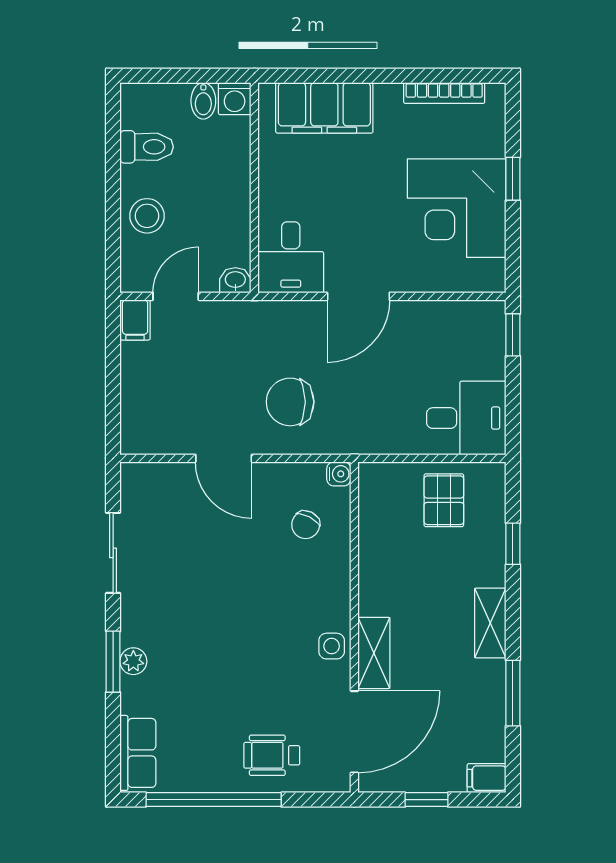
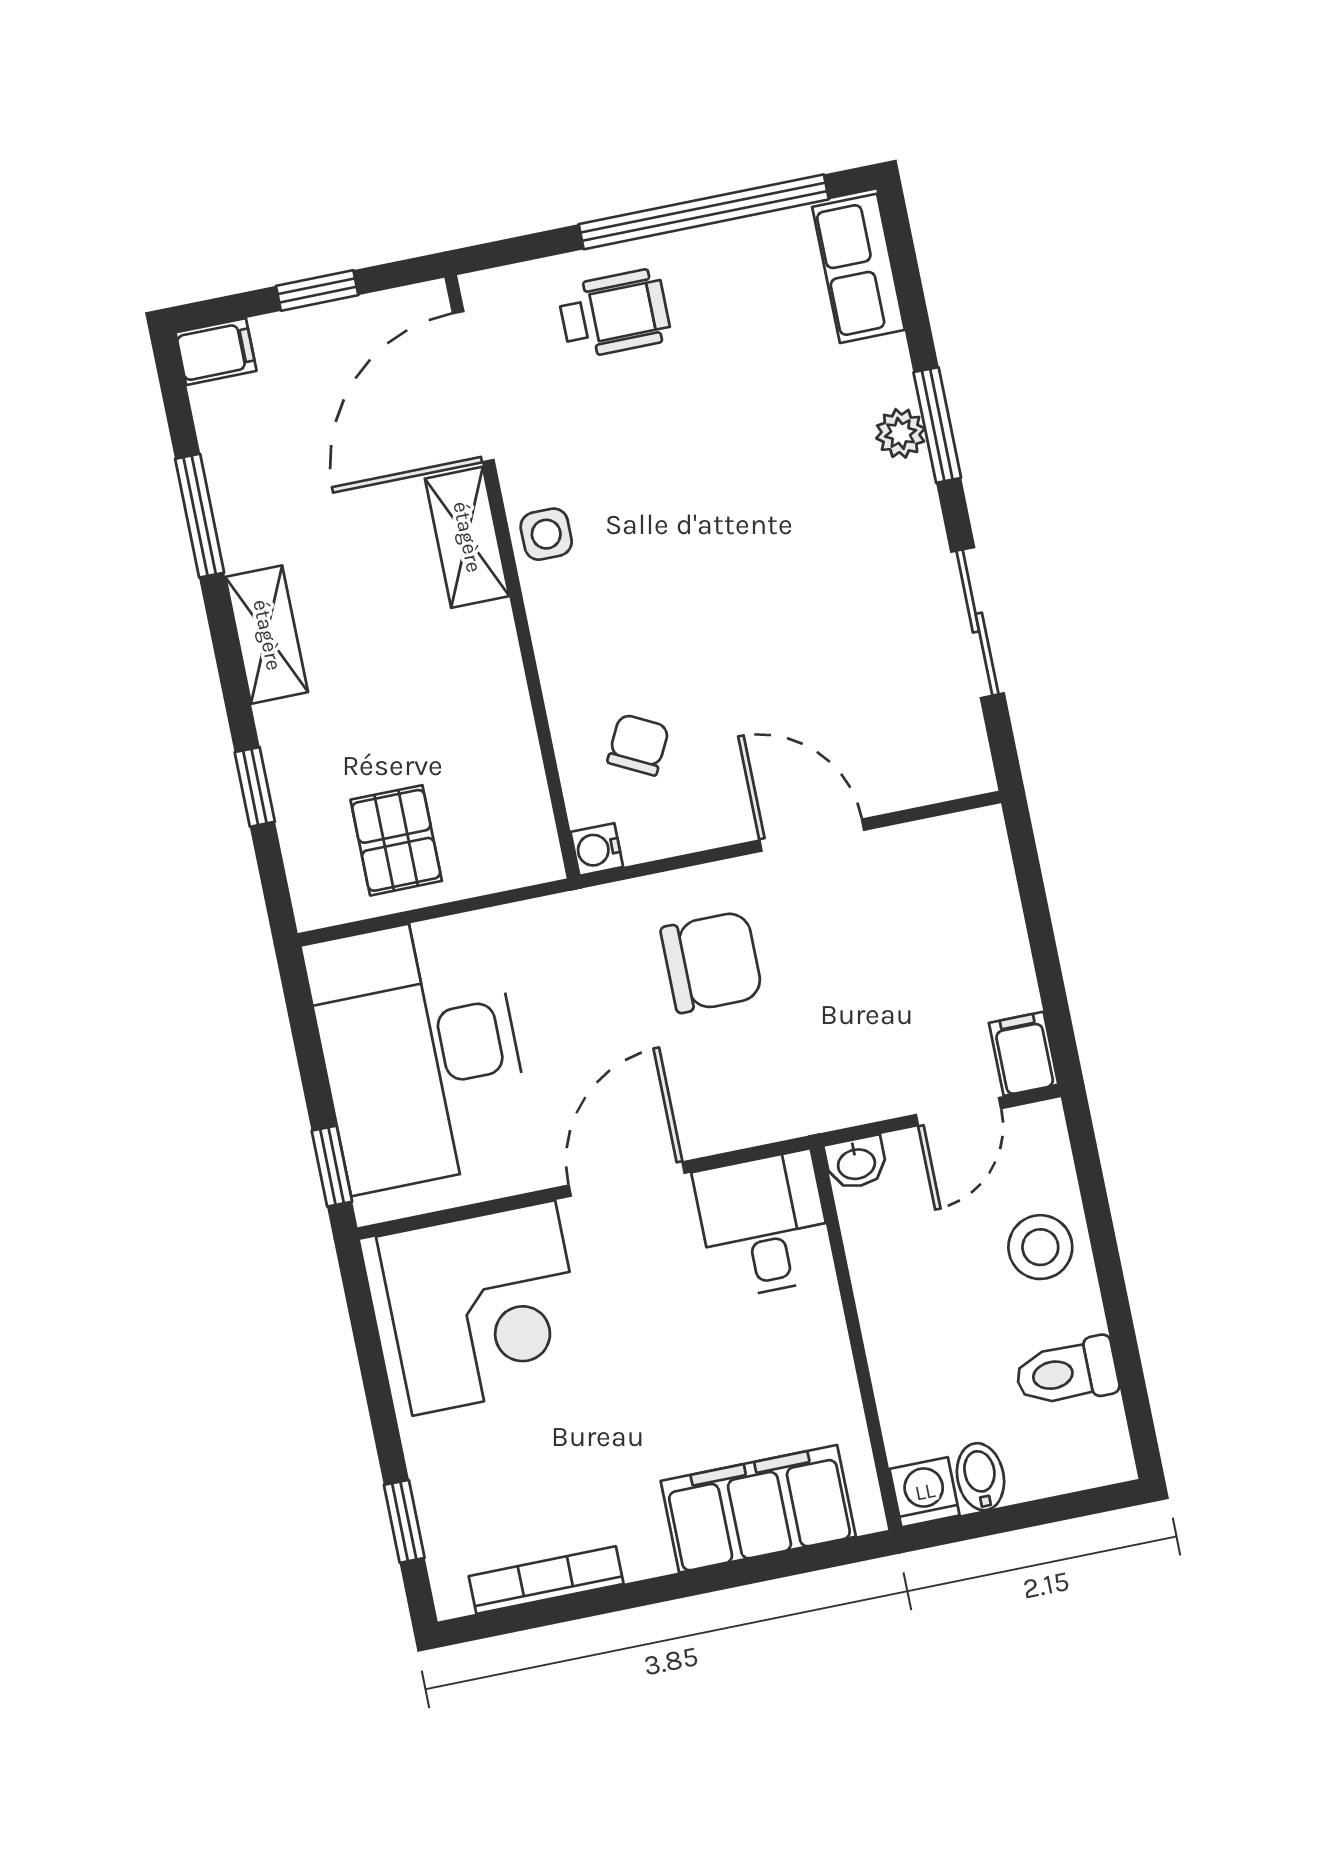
window: (513, 179) -> (404, 1521), moved
corner desk: (457, 208) -> (484, 1308), moved, turned 90
desk: (466, 418) -> (419, 1052), width x1.87, depth x1.30

